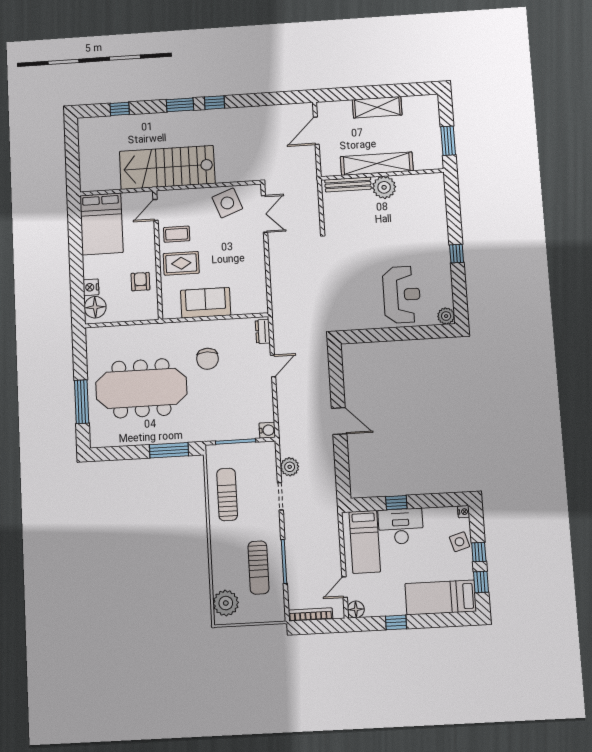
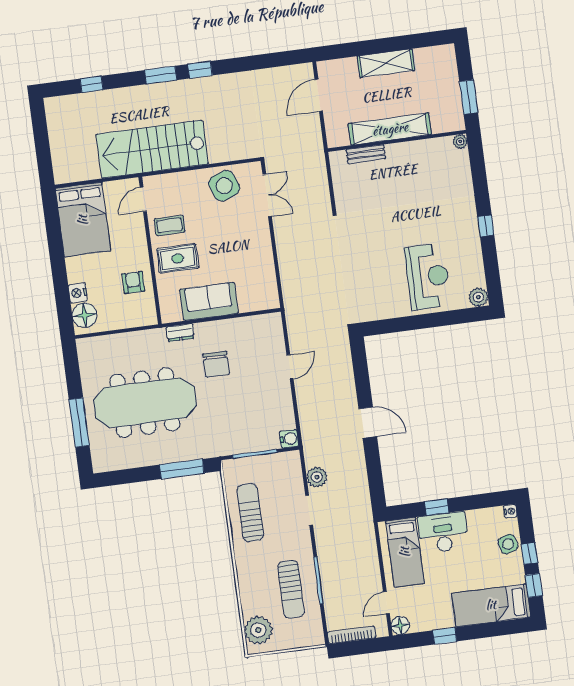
bench: (348, 184) -> (366, 154), width x0.73
plant: (384, 187) -> (460, 141), moved, width x0.53, depth x0.53
dresser: (263, 331) -> (180, 333), moved, turned -90

